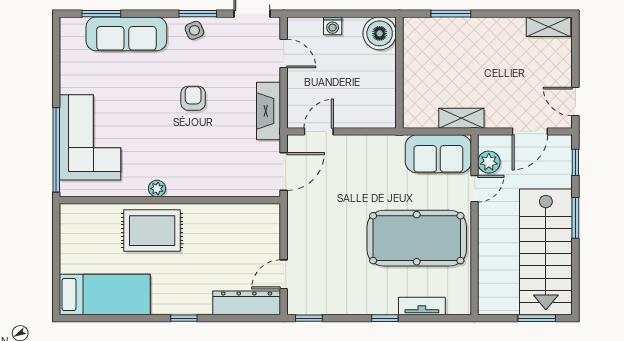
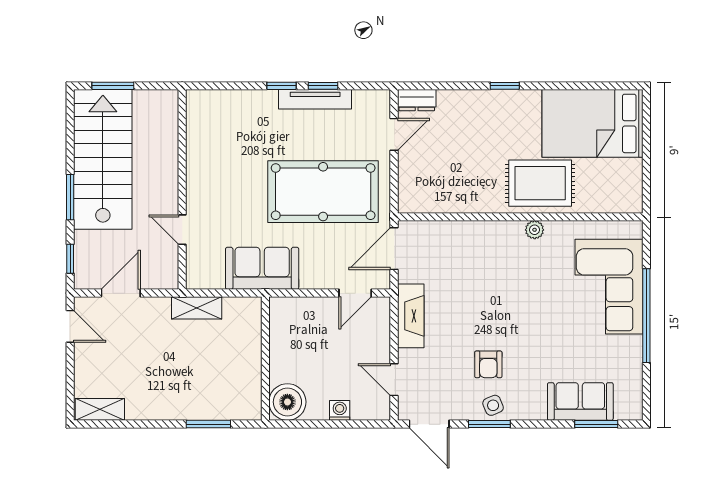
sofa: (126, 34) -> (580, 401), width x0.73
armchair: (193, 98) -> (488, 364), moved
window: (56, 150) -> (646, 316), moved
sofa: (438, 154) -> (262, 268), moved
plant: (489, 162) -> (166, 259), removed
door: (475, 189) -> (182, 230), hinge flipped
pool table: (417, 238) -> (323, 192), moved
bed: (105, 295) -> (593, 123), width x1.50
dresser: (247, 303) -> (417, 100), width x0.51, depth x0.80
tv unit: (422, 306) -> (315, 99), moved, width x1.41
window: (309, 318) -> (323, 86), moved

